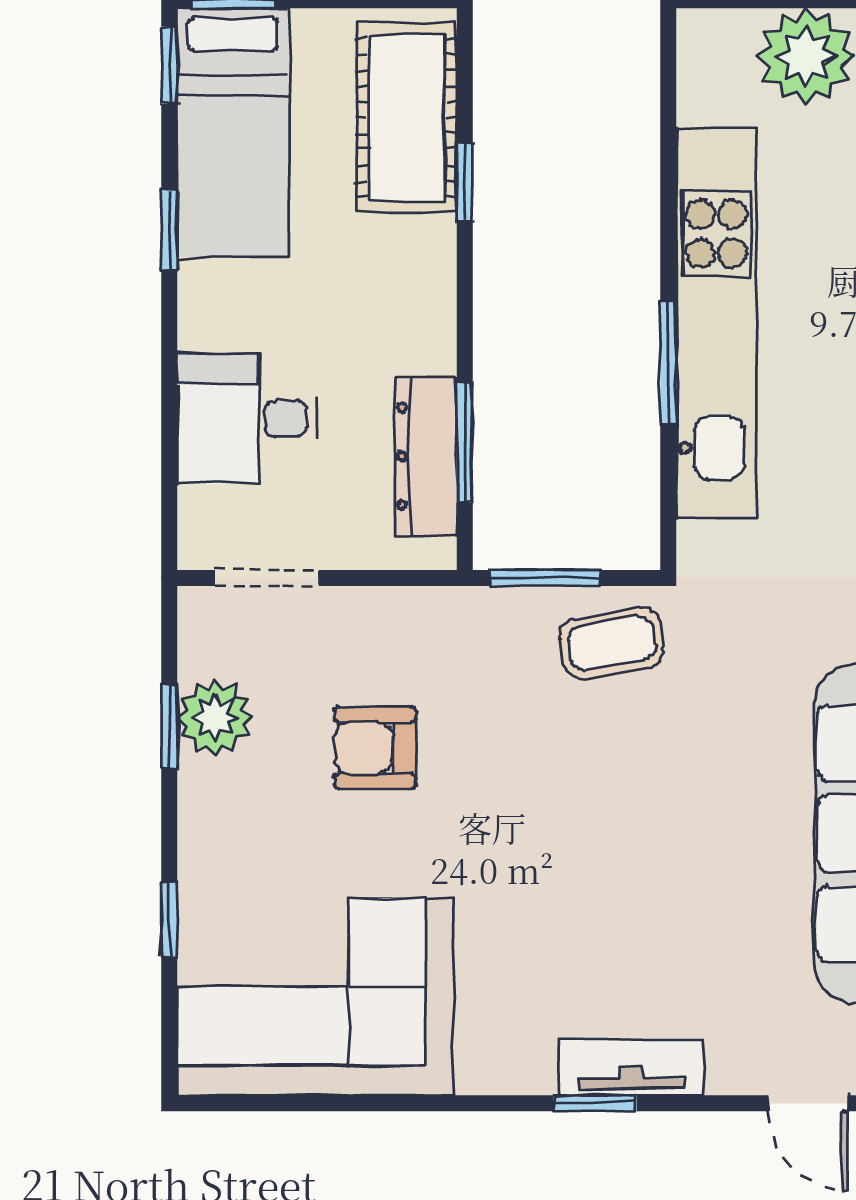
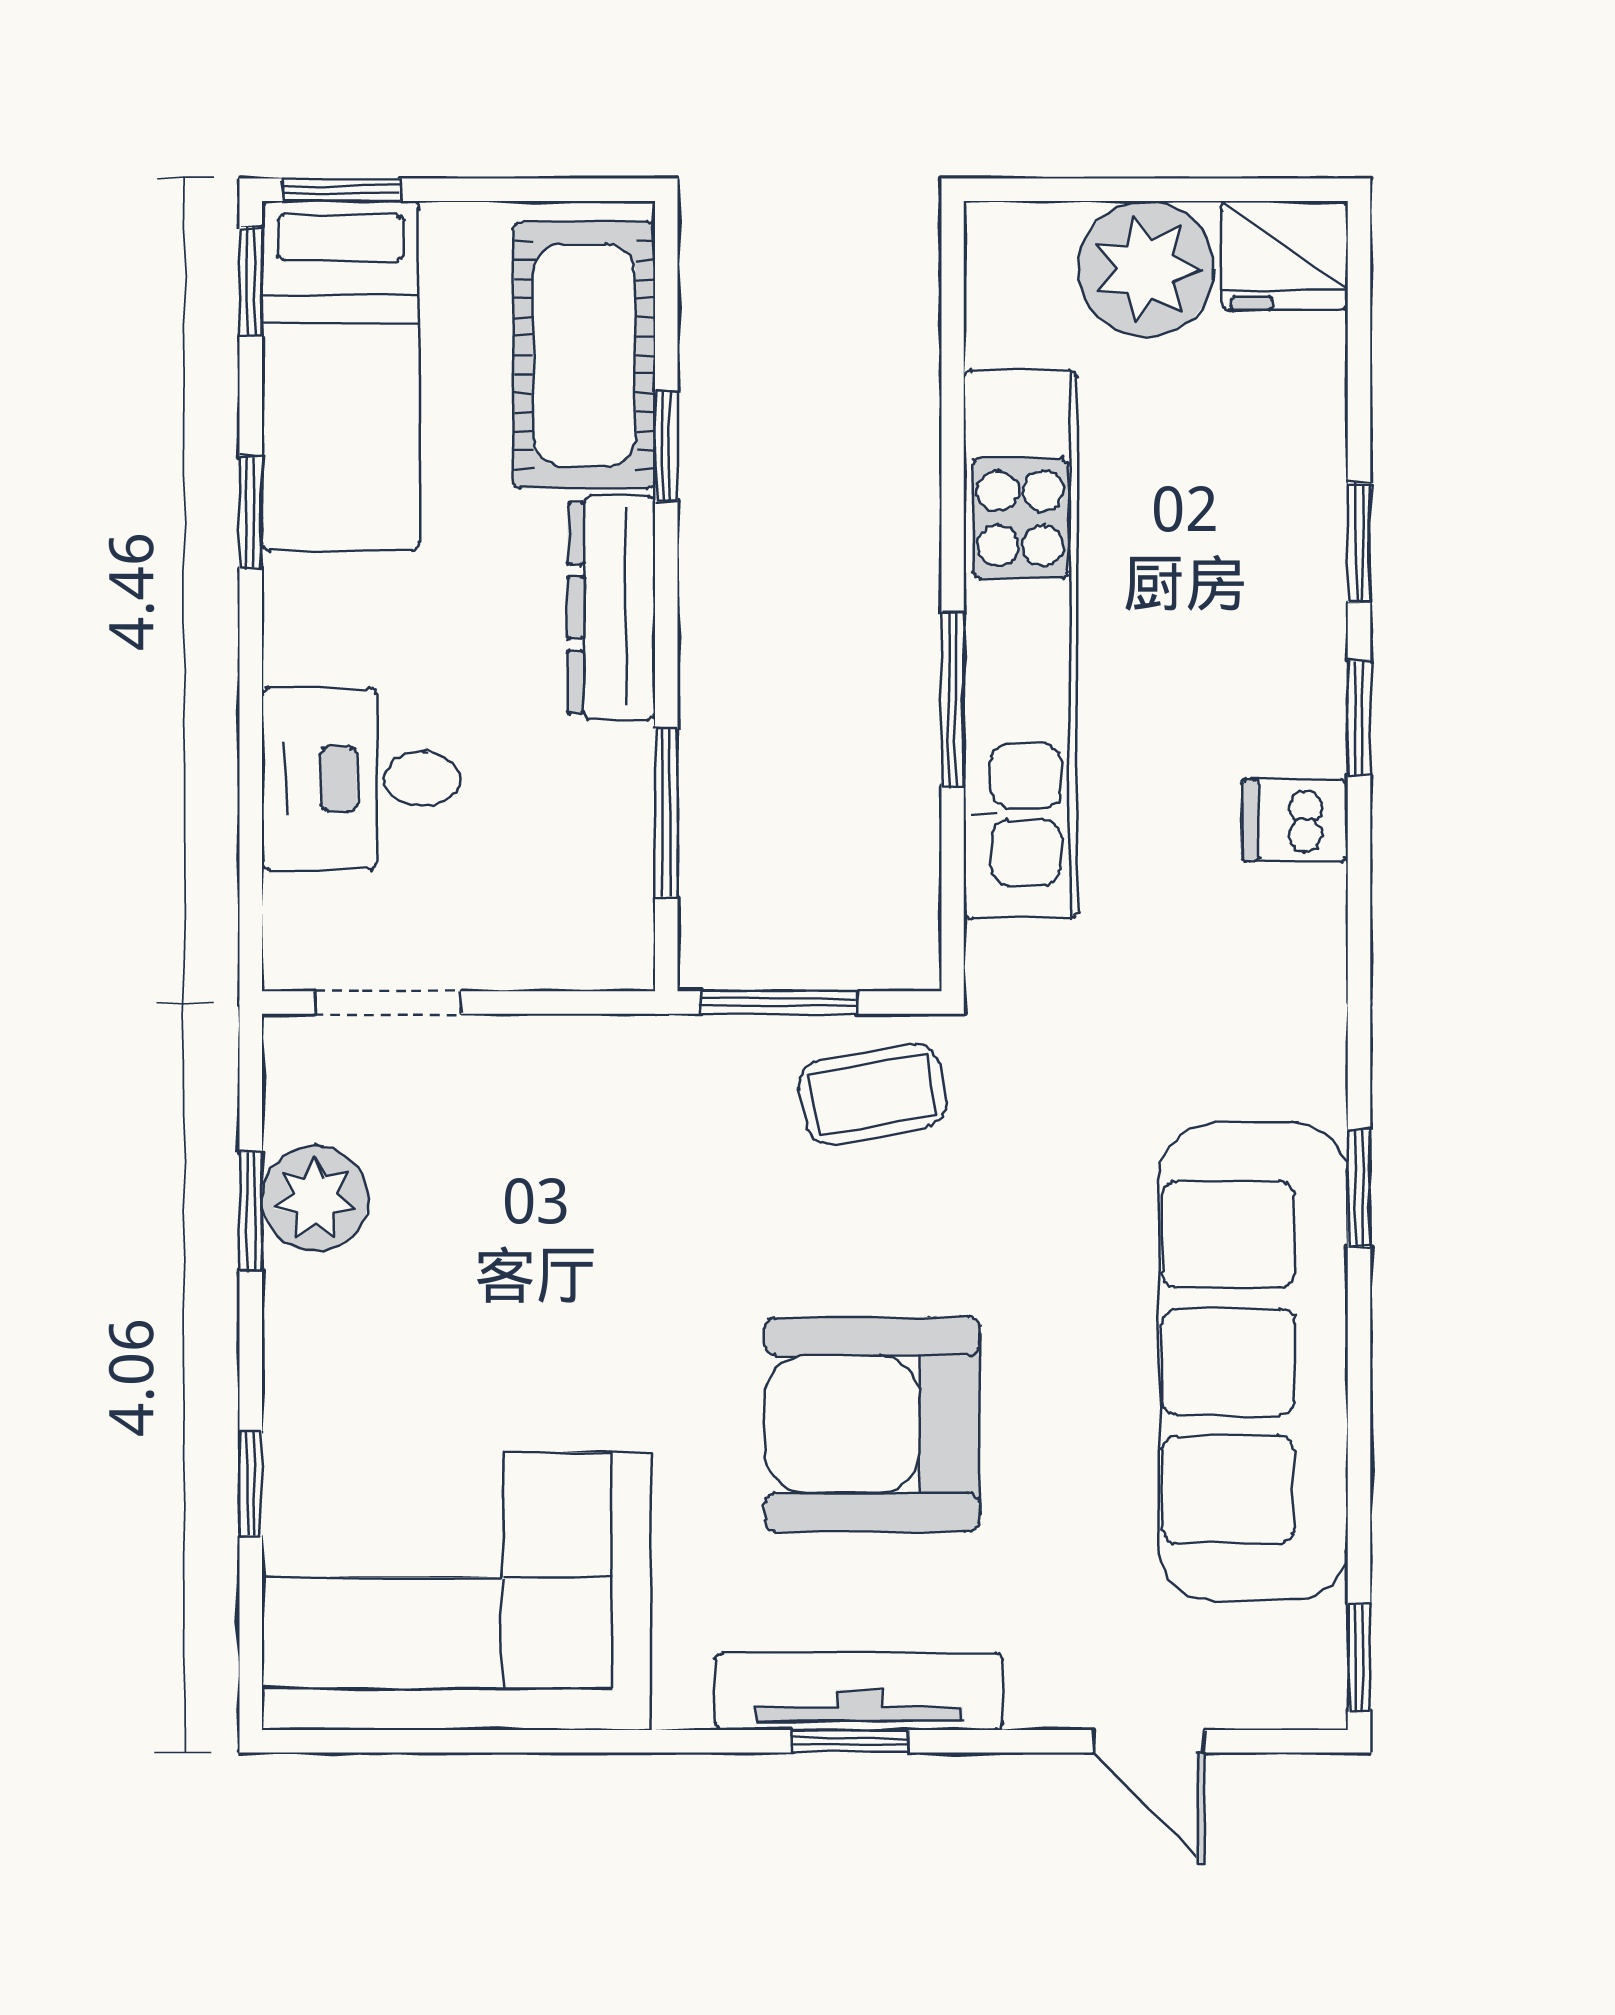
dresser: (426, 456) -> (611, 608), moved
armchair: (375, 748) -> (872, 1424), moved, width x1.88, depth x1.88
tv unit: (631, 1068) -> (859, 1691), width x1.41

